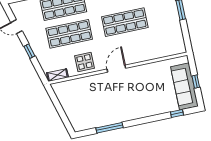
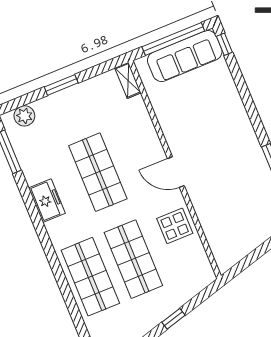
shelving: (58, 75) -> (128, 80), moved
window: (196, 82) -> (173, 39), width x3.17
window: (177, 114) -> (224, 44), moved

